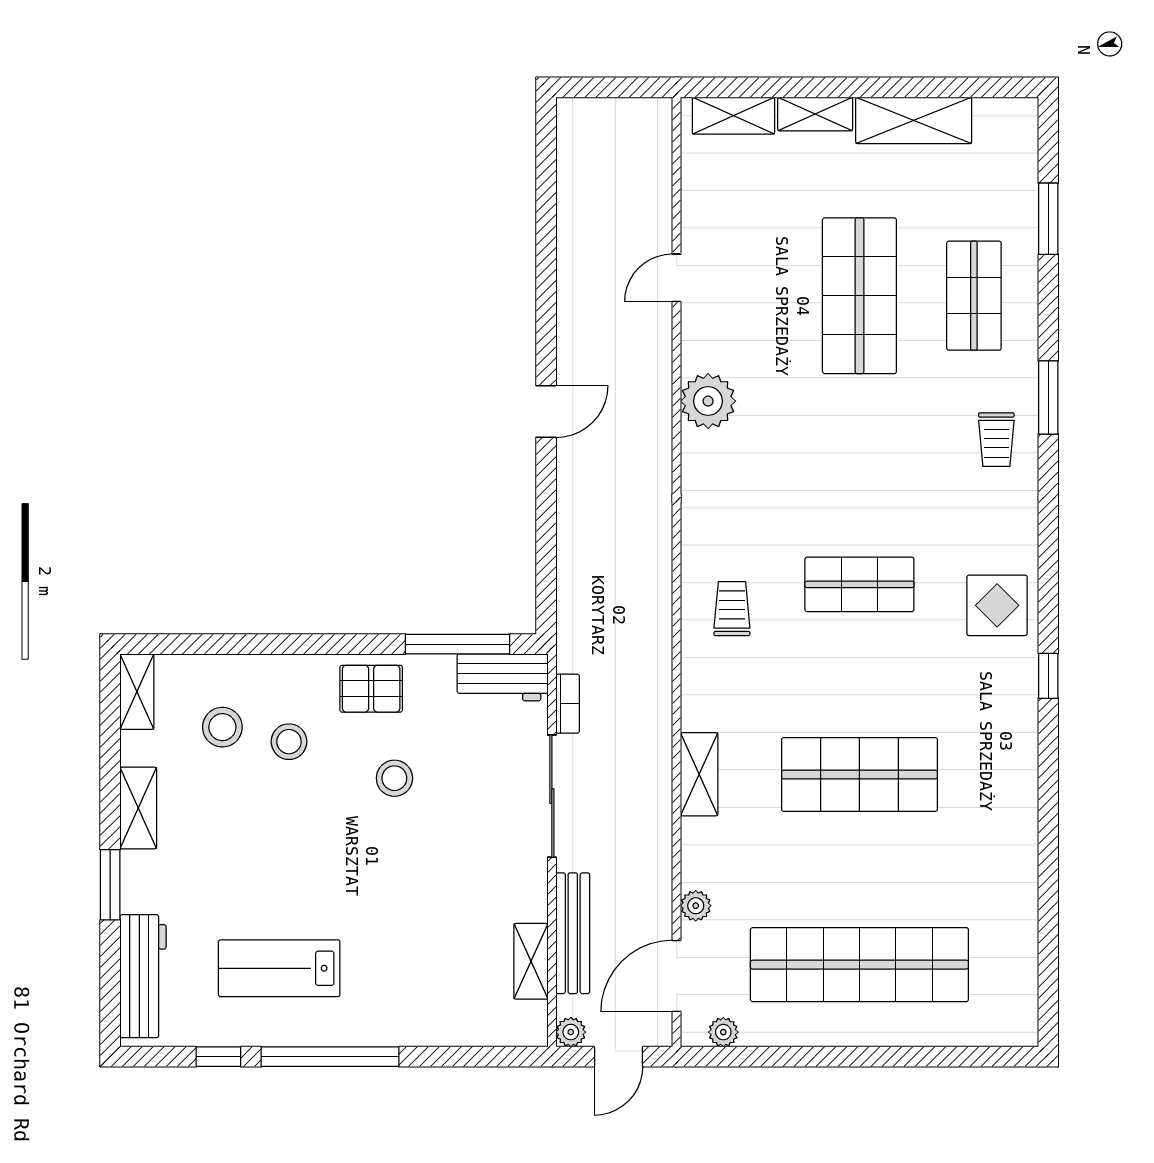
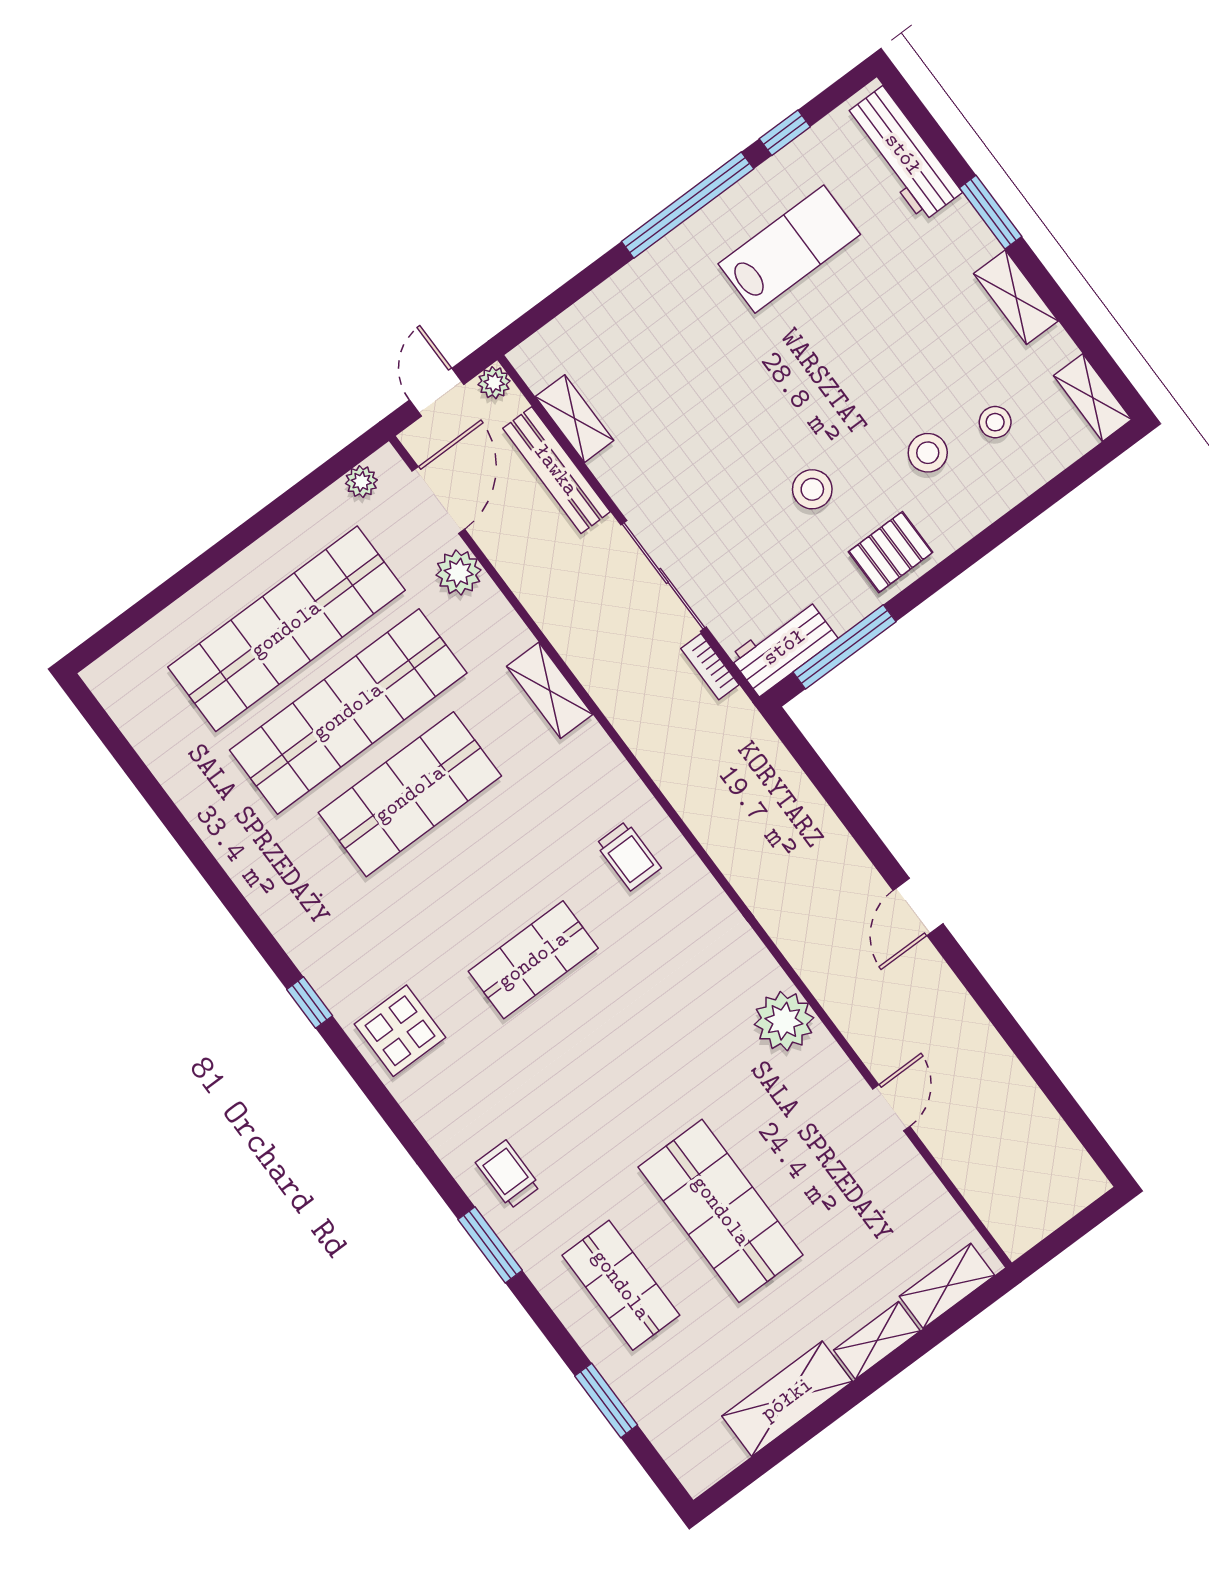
stool: (222, 727) -> (995, 422), width x0.73, depth x0.73
shop shelf: (859, 870) -> (348, 711), added
plant: (696, 906) -> (459, 573), width x1.38, depth x1.38

